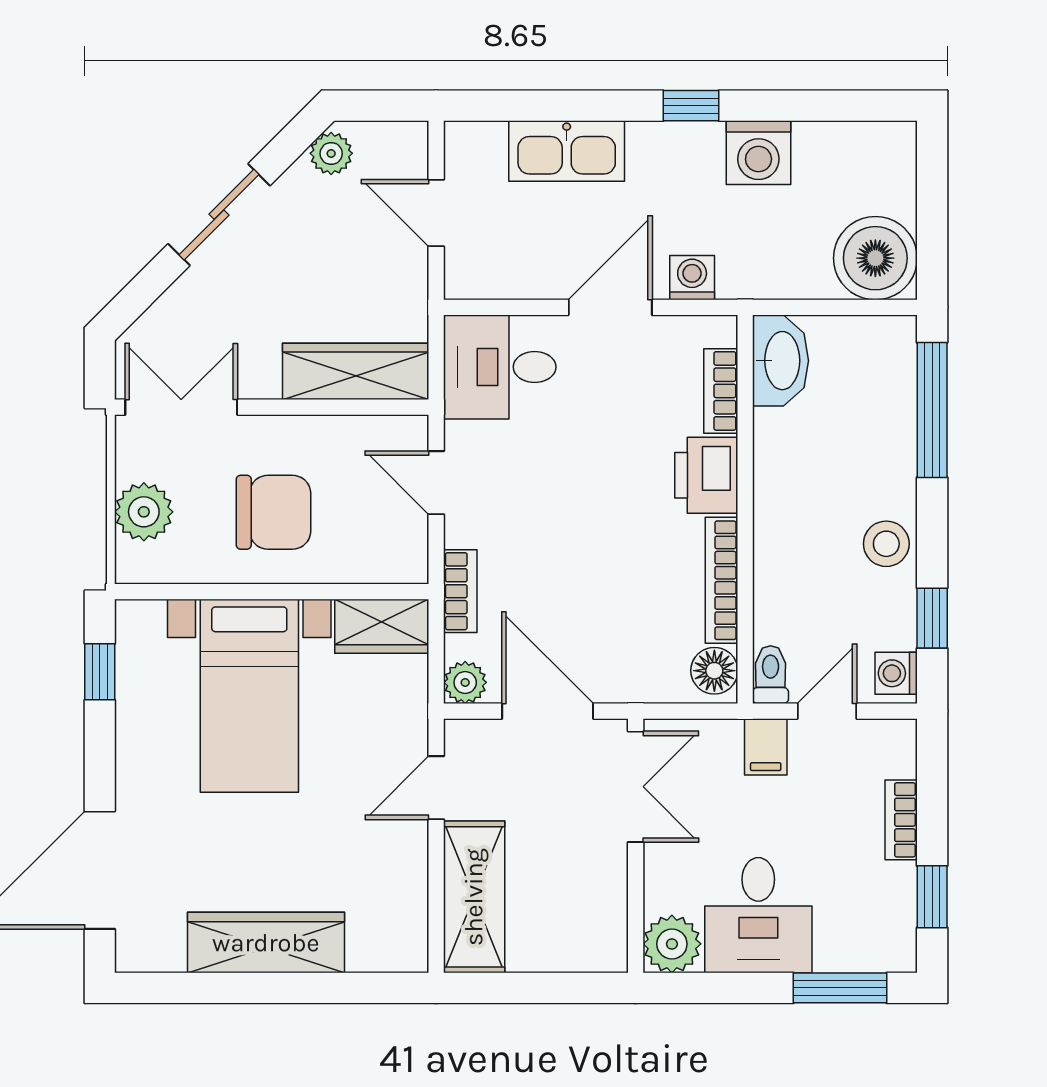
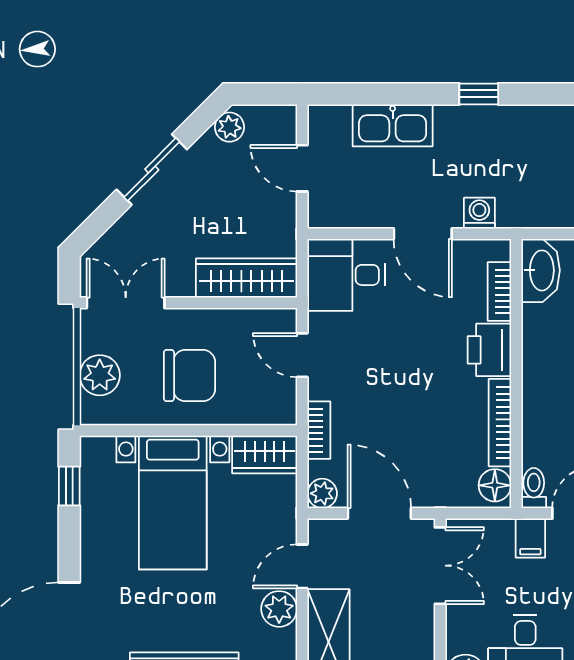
washing machine: (758, 153) -> (525, 126), removed
door: (610, 307) -> (423, 234), swing flipped
plant: (403, 849) -> (279, 609), added

